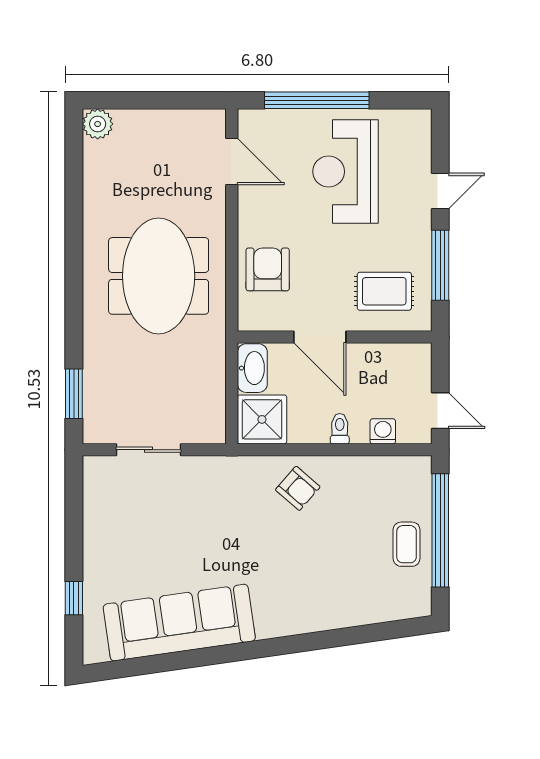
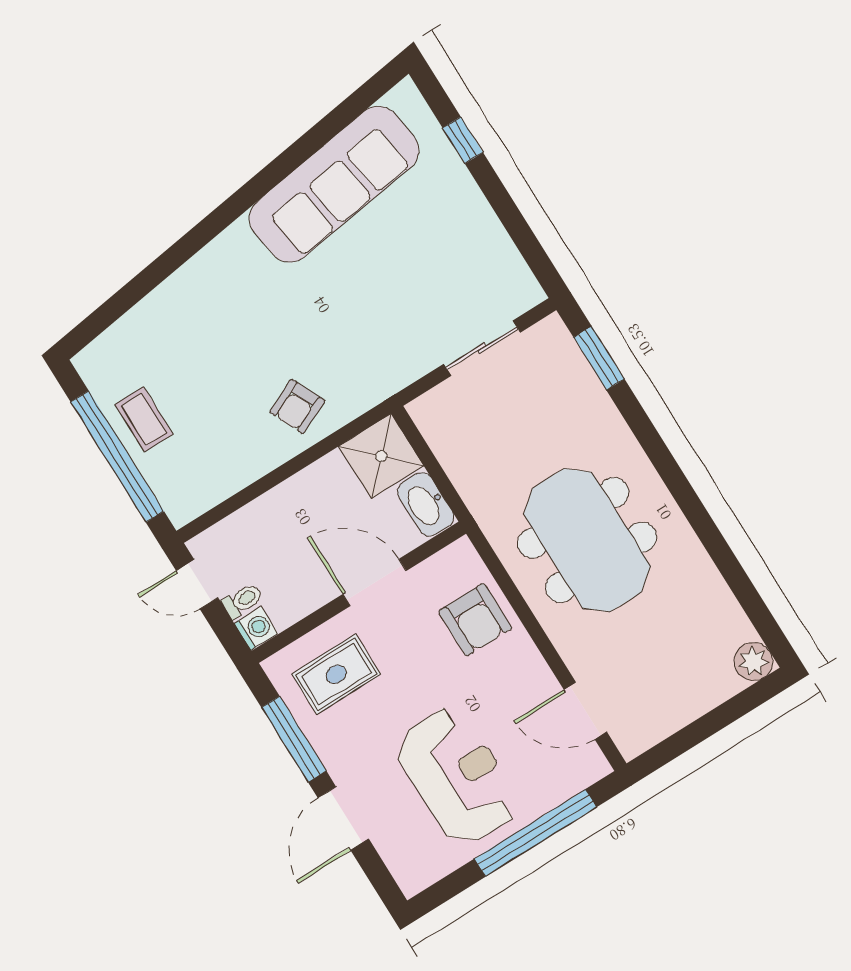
door: (440, 191) -> (343, 818), width x1.38
toilet: (340, 429) -> (243, 601), moved, turned -90
washing machine: (383, 431) -> (256, 628), moved, turned -90
armchair: (298, 488) -> (297, 406), turned -66

